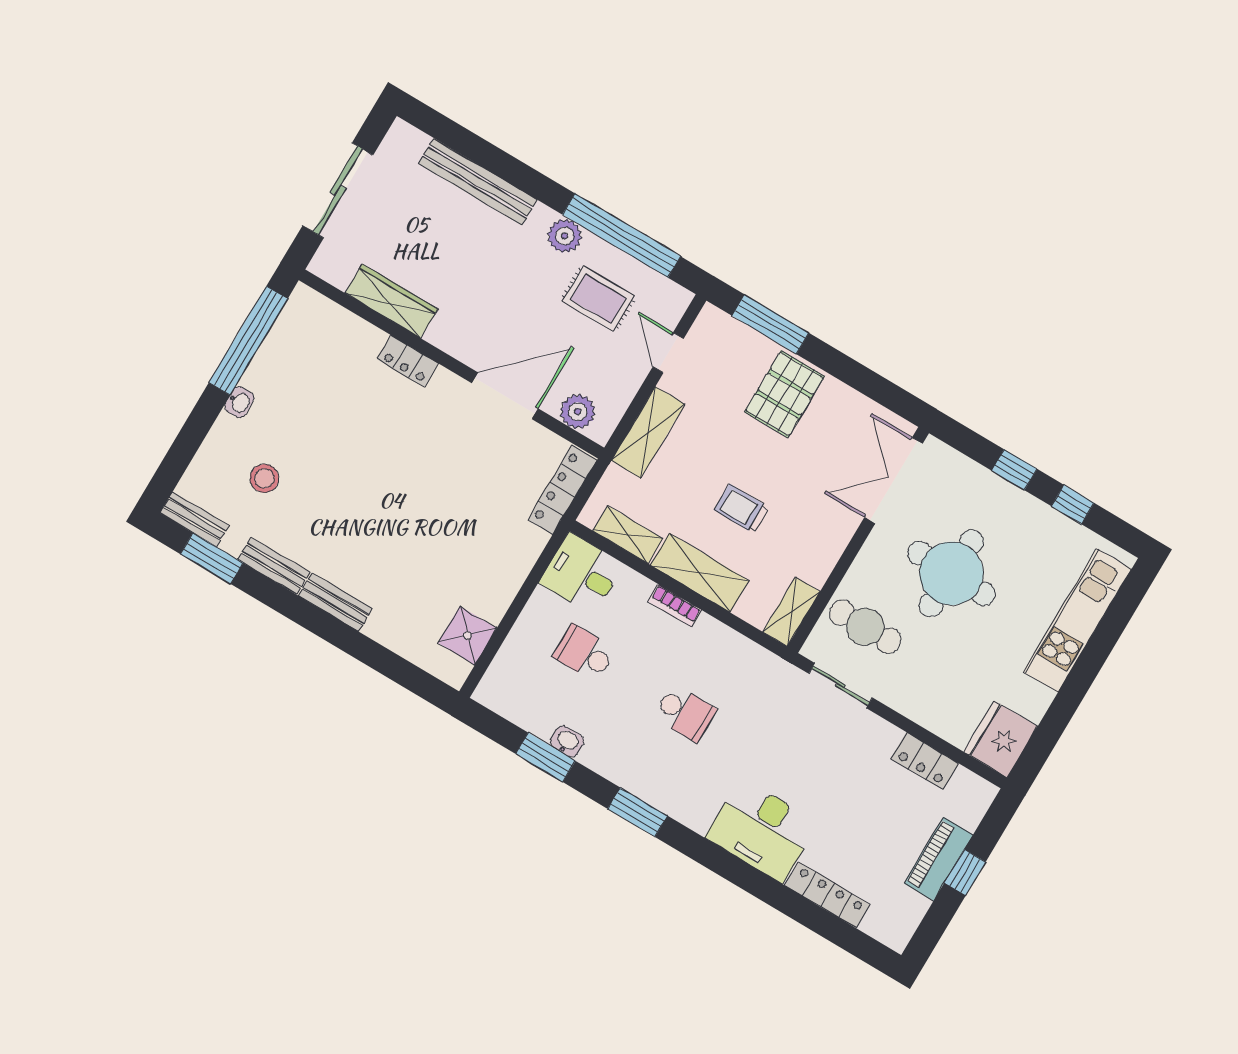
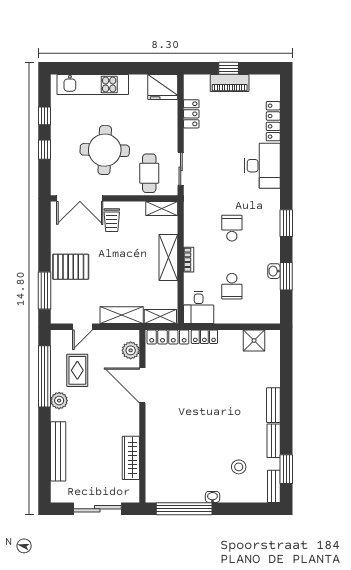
locker: (408, 361) -> (204, 337), moved, turned 90
trolley: (742, 509) -> (112, 220), moved
shelving: (628, 535) -> (160, 317), moved, turned 90

